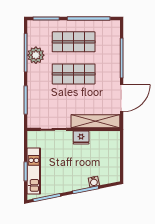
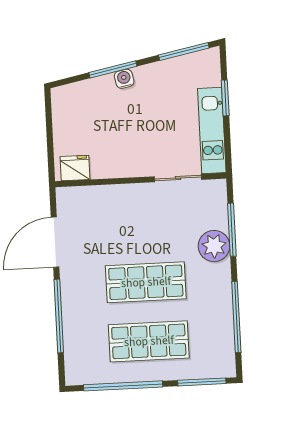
plant: (36, 55) -> (214, 246), moved
shelving: (95, 121) -> (101, 197), removed
fridge: (81, 138) -> (75, 168), moved
kitchen unit: (34, 171) -> (212, 131), moved
water cooler: (94, 182) -> (124, 79), moved

